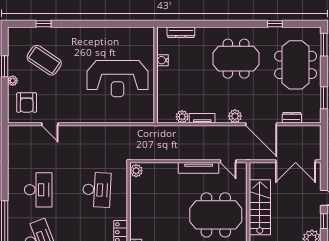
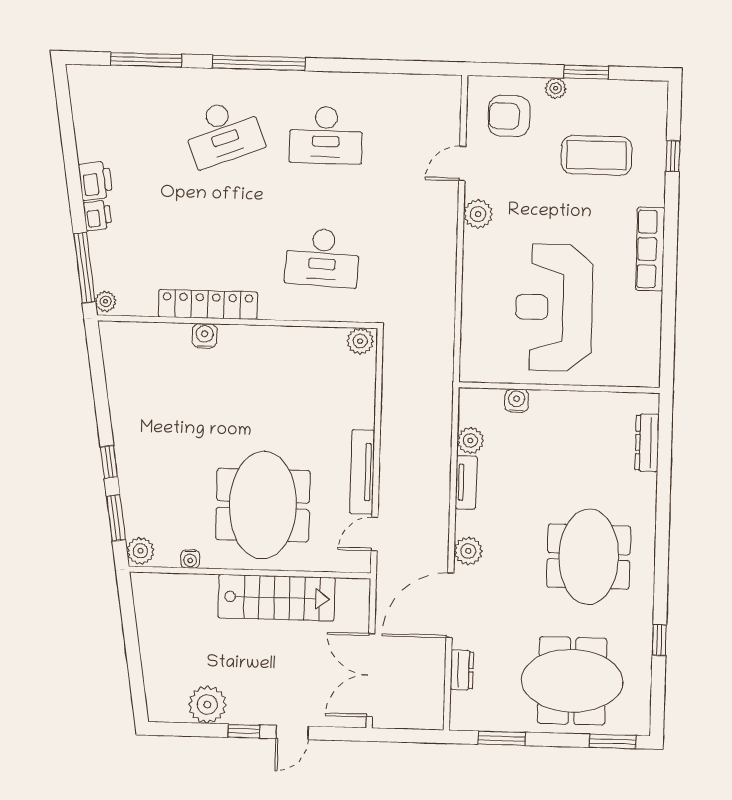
row of seats: (88, 33) -> (650, 249), added
coffee table: (44, 60) -> (597, 155), turned 56
water cooler: (162, 60) -> (517, 401), moved
plant: (74, 116) -> (478, 214), added

